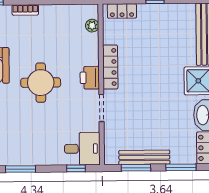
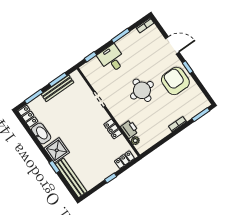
locker: (110, 67) -> (113, 129), width x0.66
printer: (90, 78) -> (130, 129), moved
desk: (82, 149) -> (112, 59), moved, turned 90

